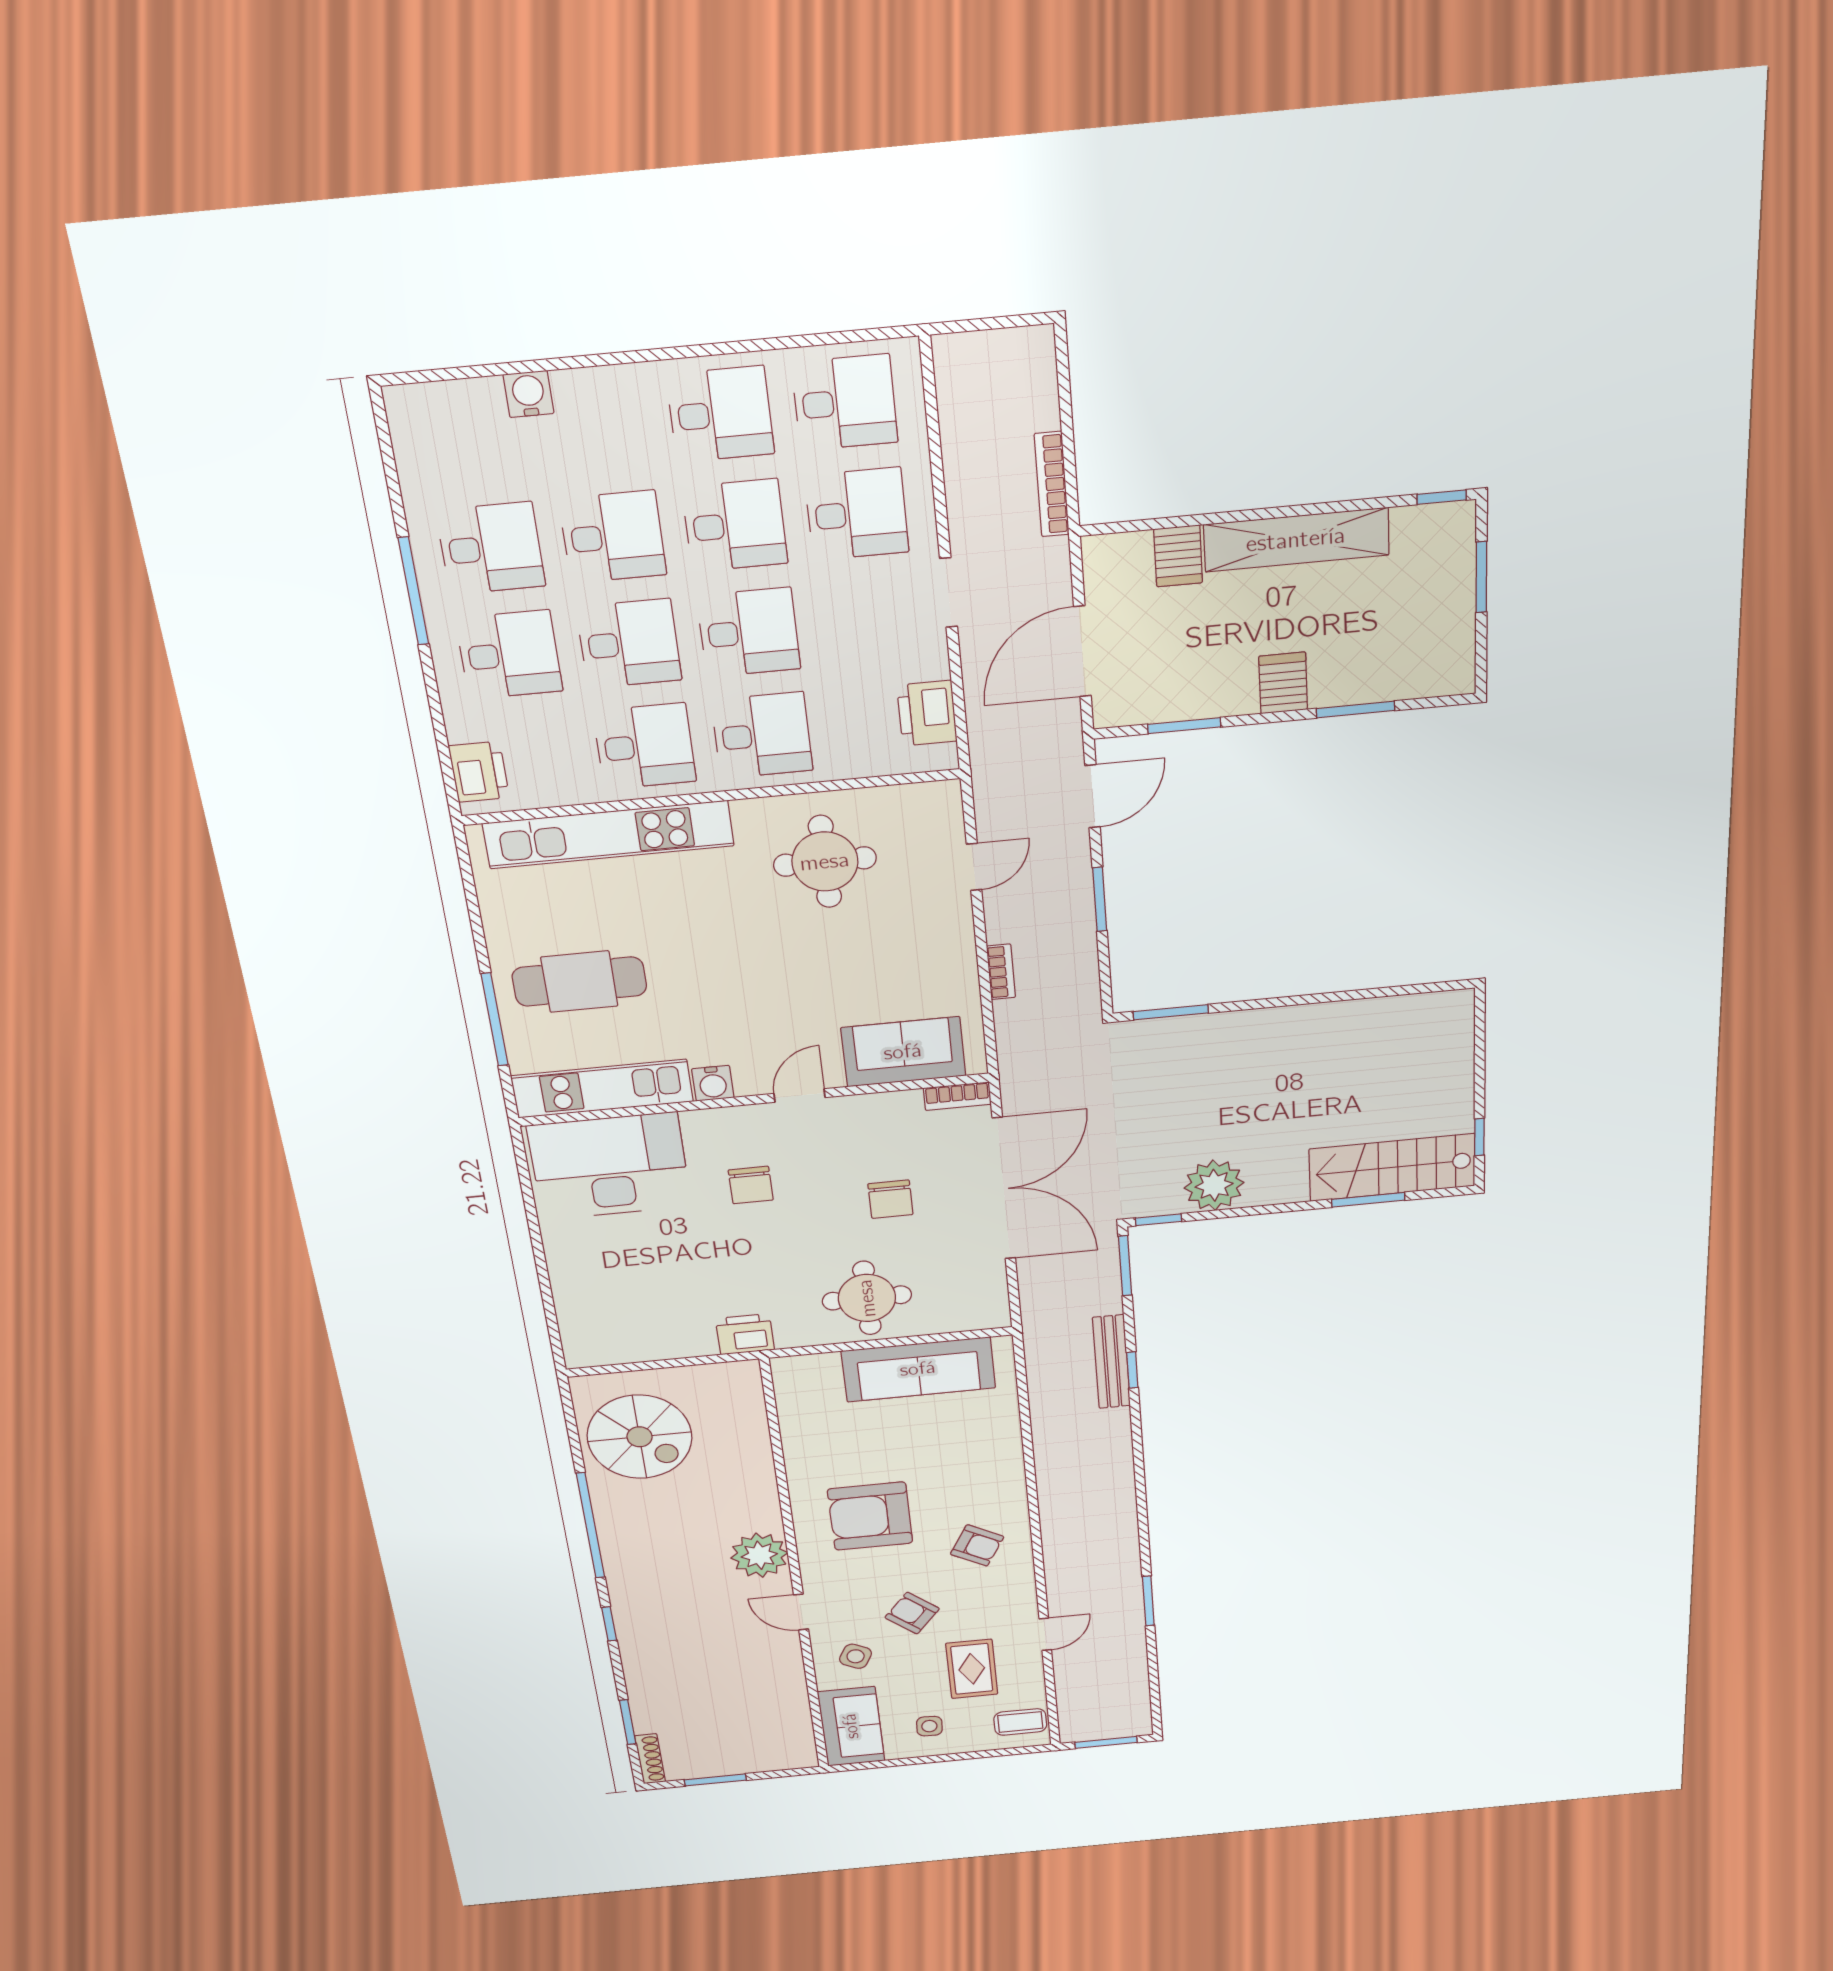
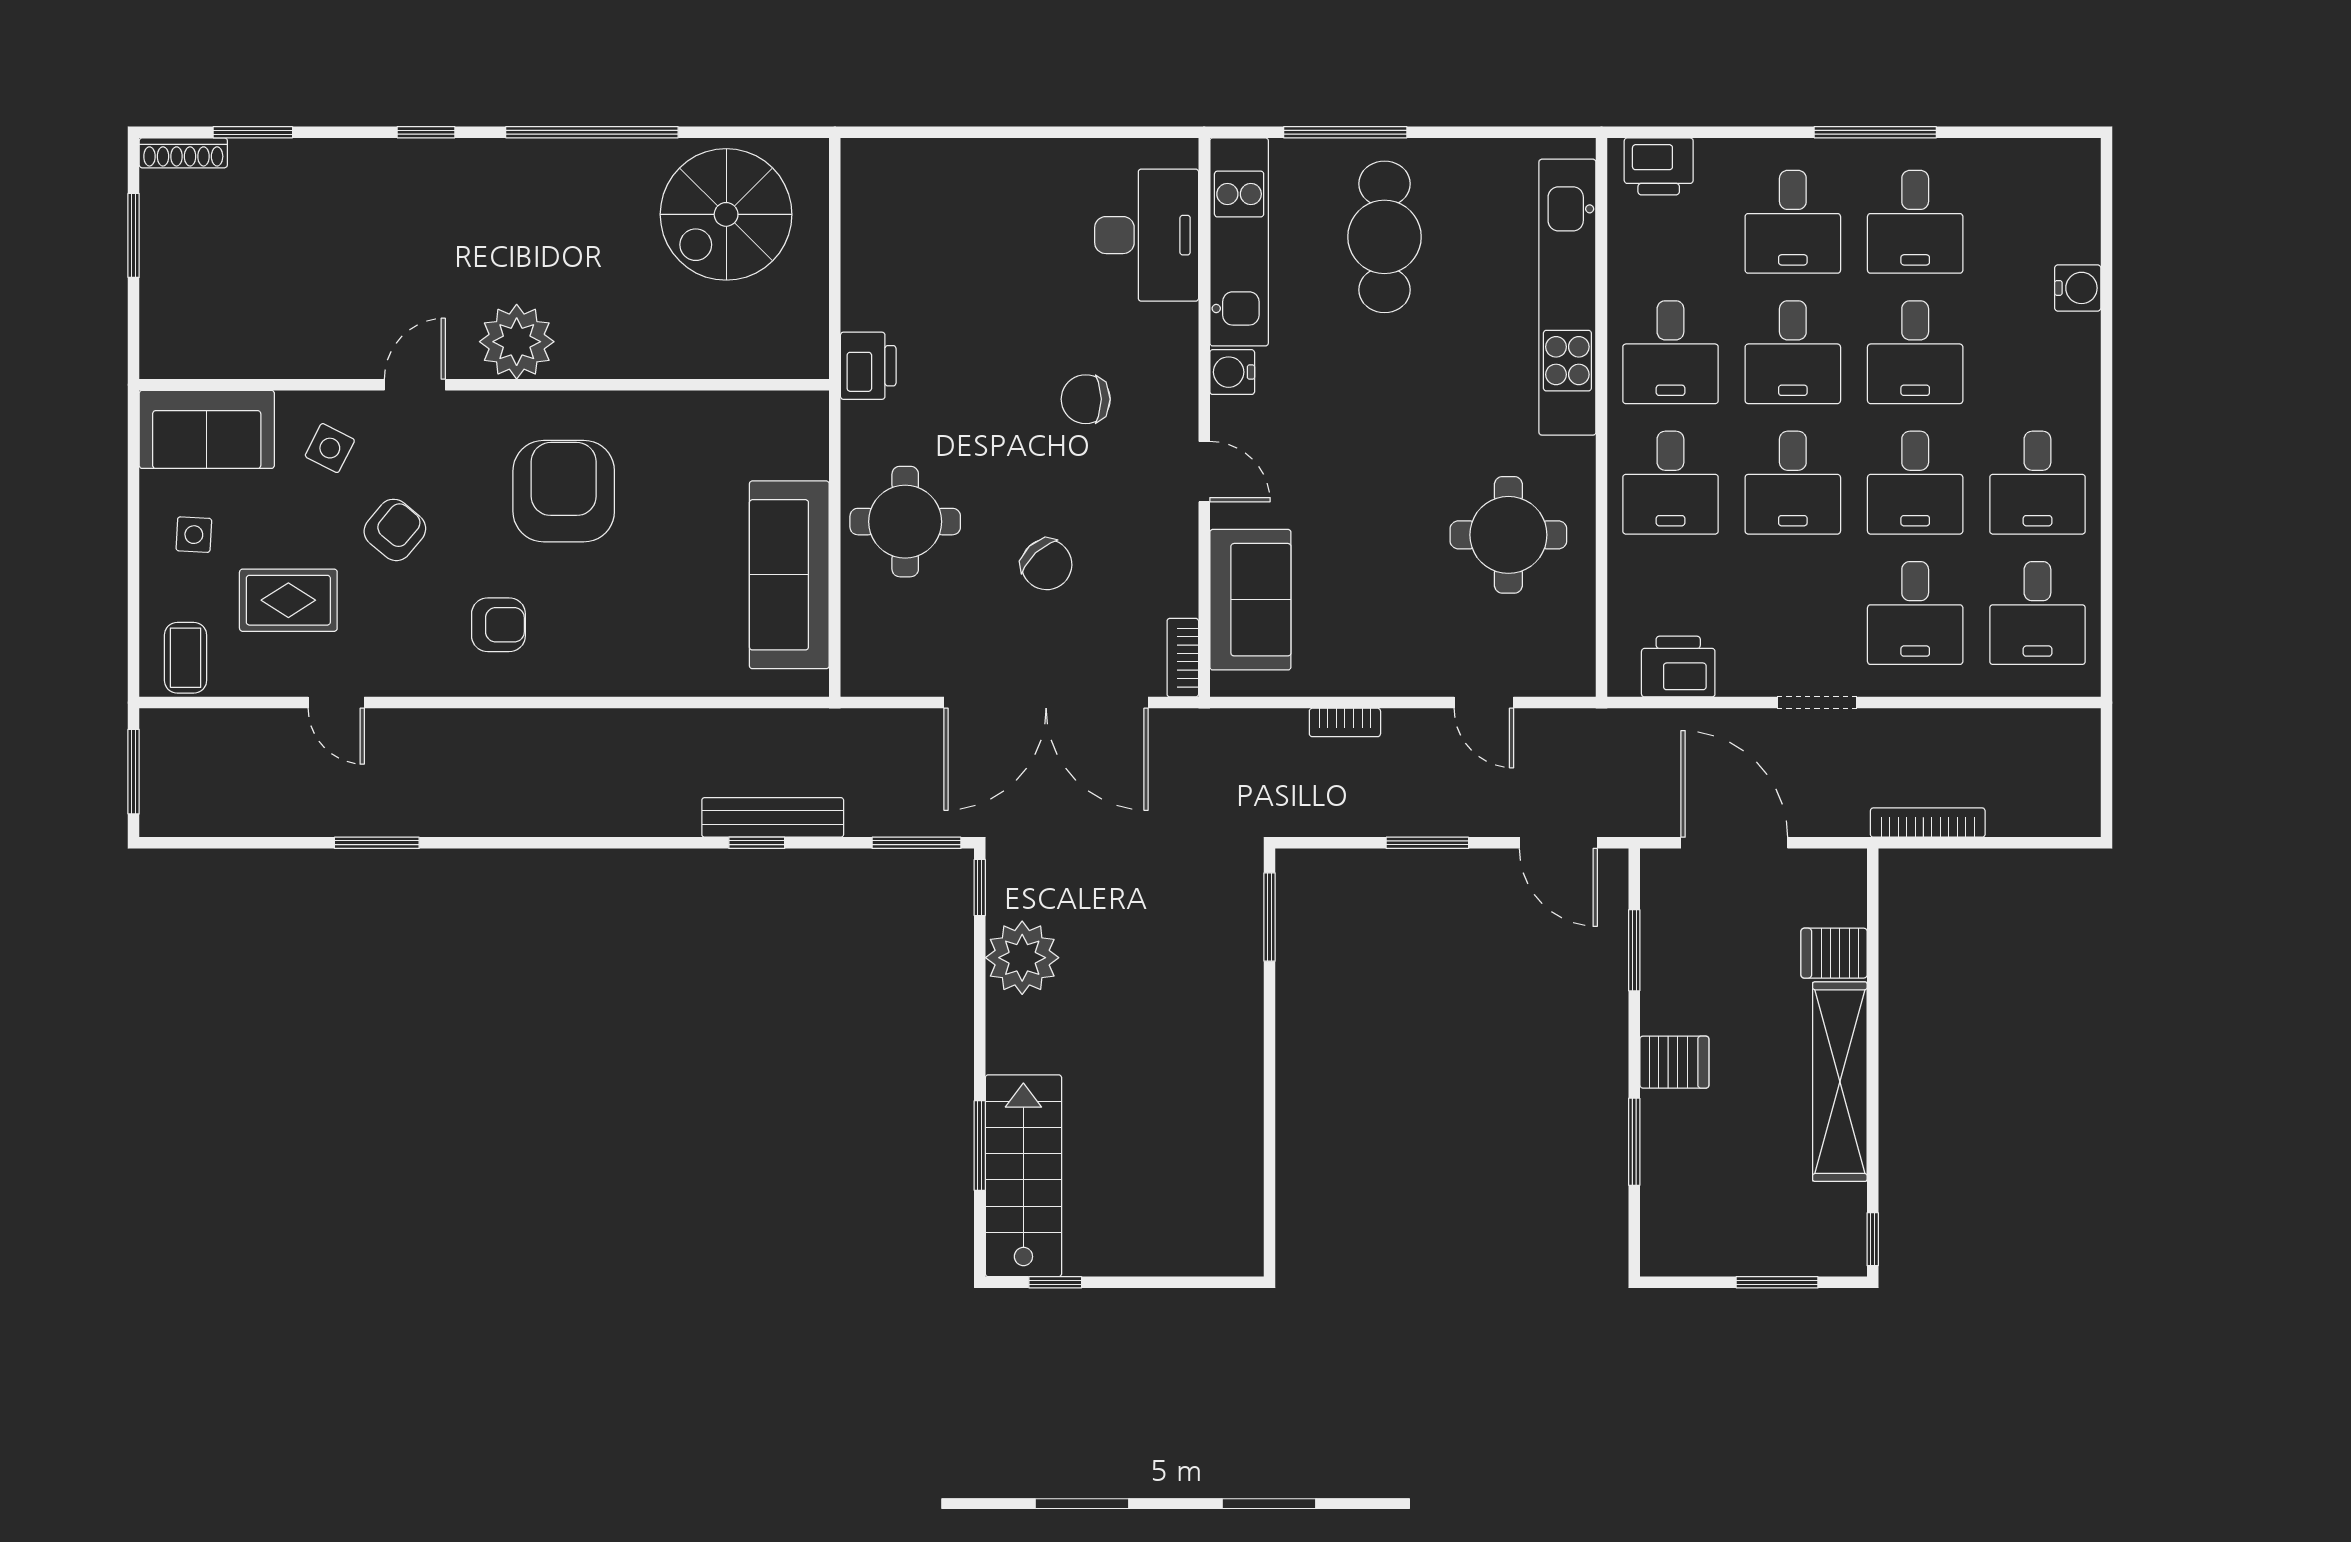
desk: (610, 1166) -> (1147, 235), width x0.73, depth x0.77
chair: (890, 1199) -> (1047, 565), turned -133
armchair: (977, 1545) -> (498, 625), turned -119

